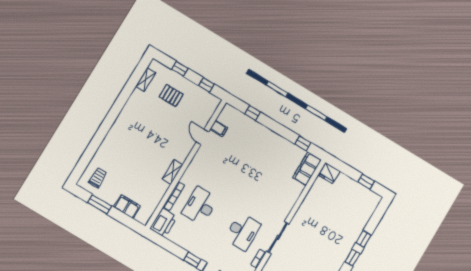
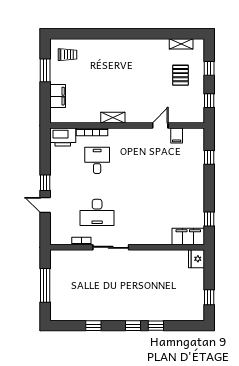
desk: (200, 206) -> (97, 160), width x0.73

